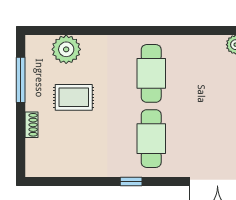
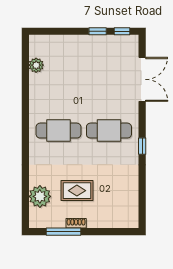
rug: (74, 97) -> (77, 191), turned 90
shoe rack: (31, 125) -> (76, 223), moved

